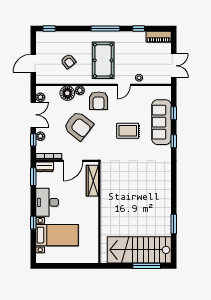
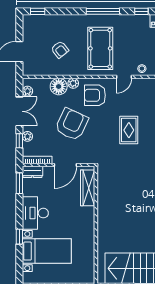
armchair: (99, 101) -> (95, 95), turned 90
armchair: (78, 126) -> (72, 124), turned -103
rug: (128, 131) -> (129, 130), turned 90

